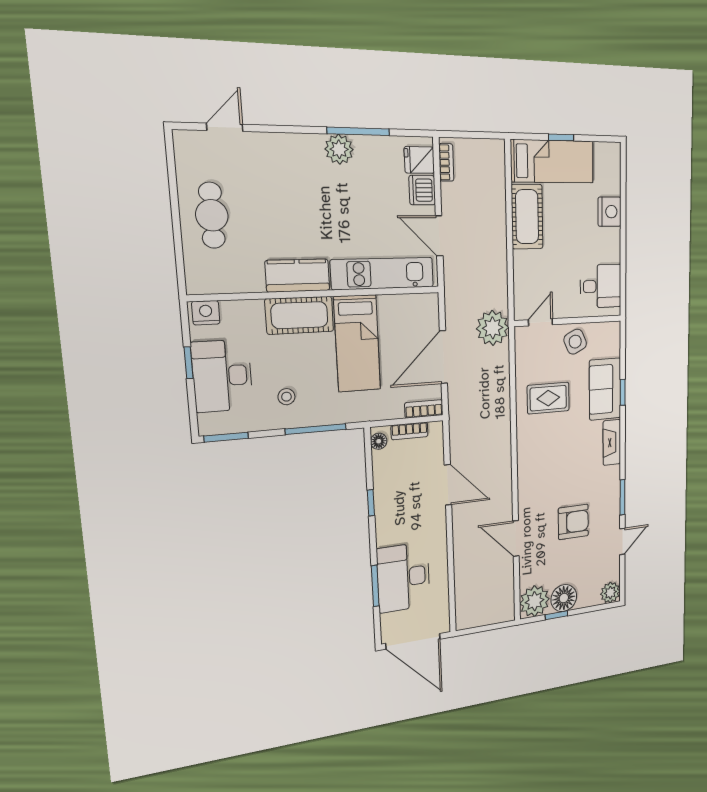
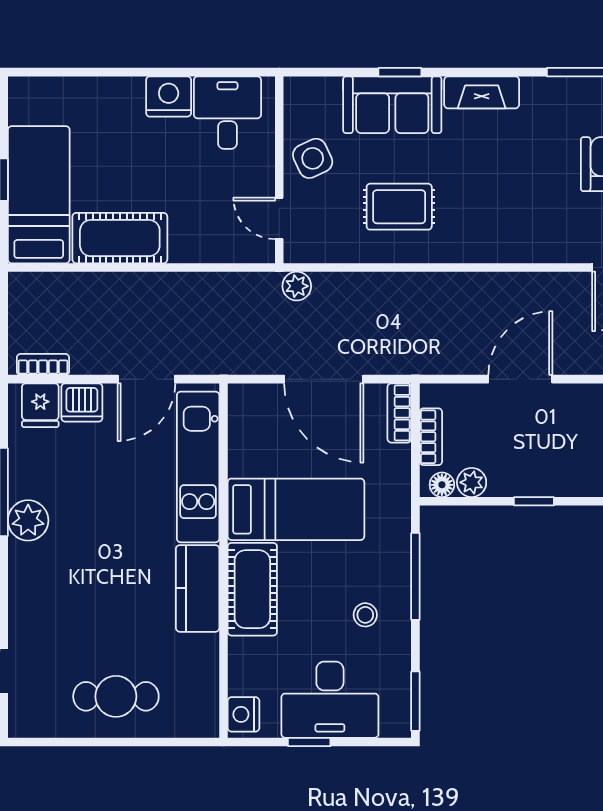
nightstand: (610, 212) -> (169, 96), moved
plant: (493, 328) -> (297, 286), width x0.53, depth x0.53
rug: (548, 398) -> (399, 207), turned 90
plant: (381, 461) -> (472, 482), added

